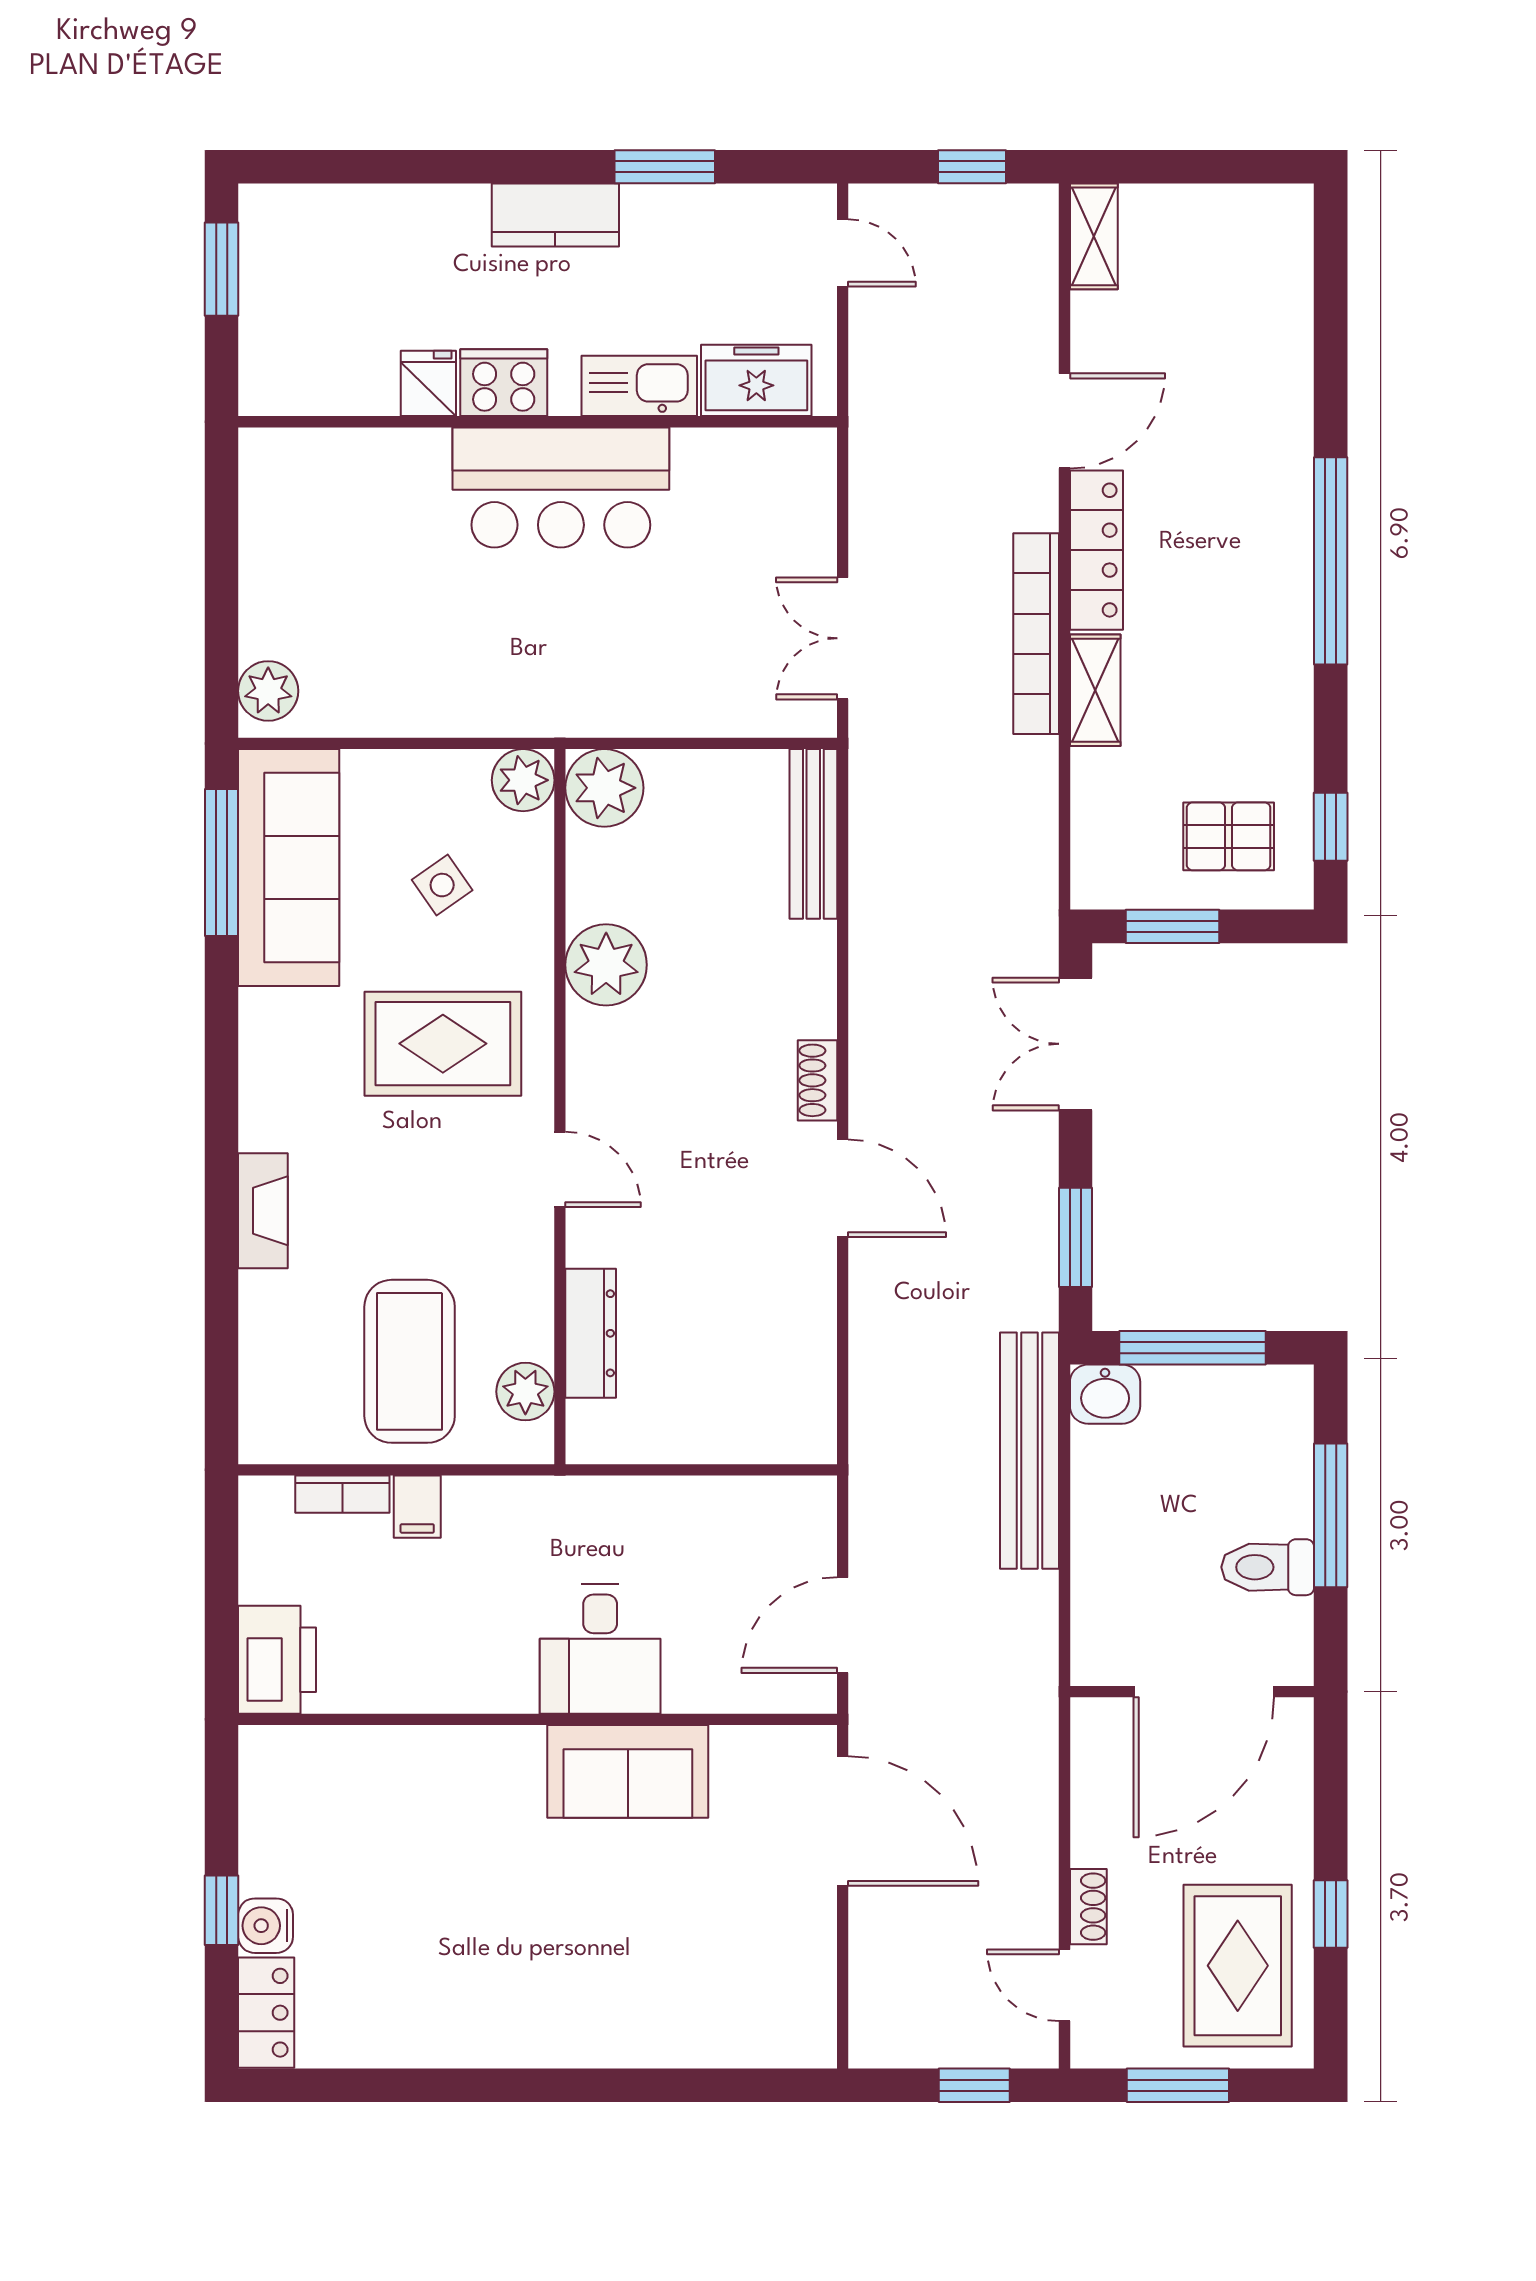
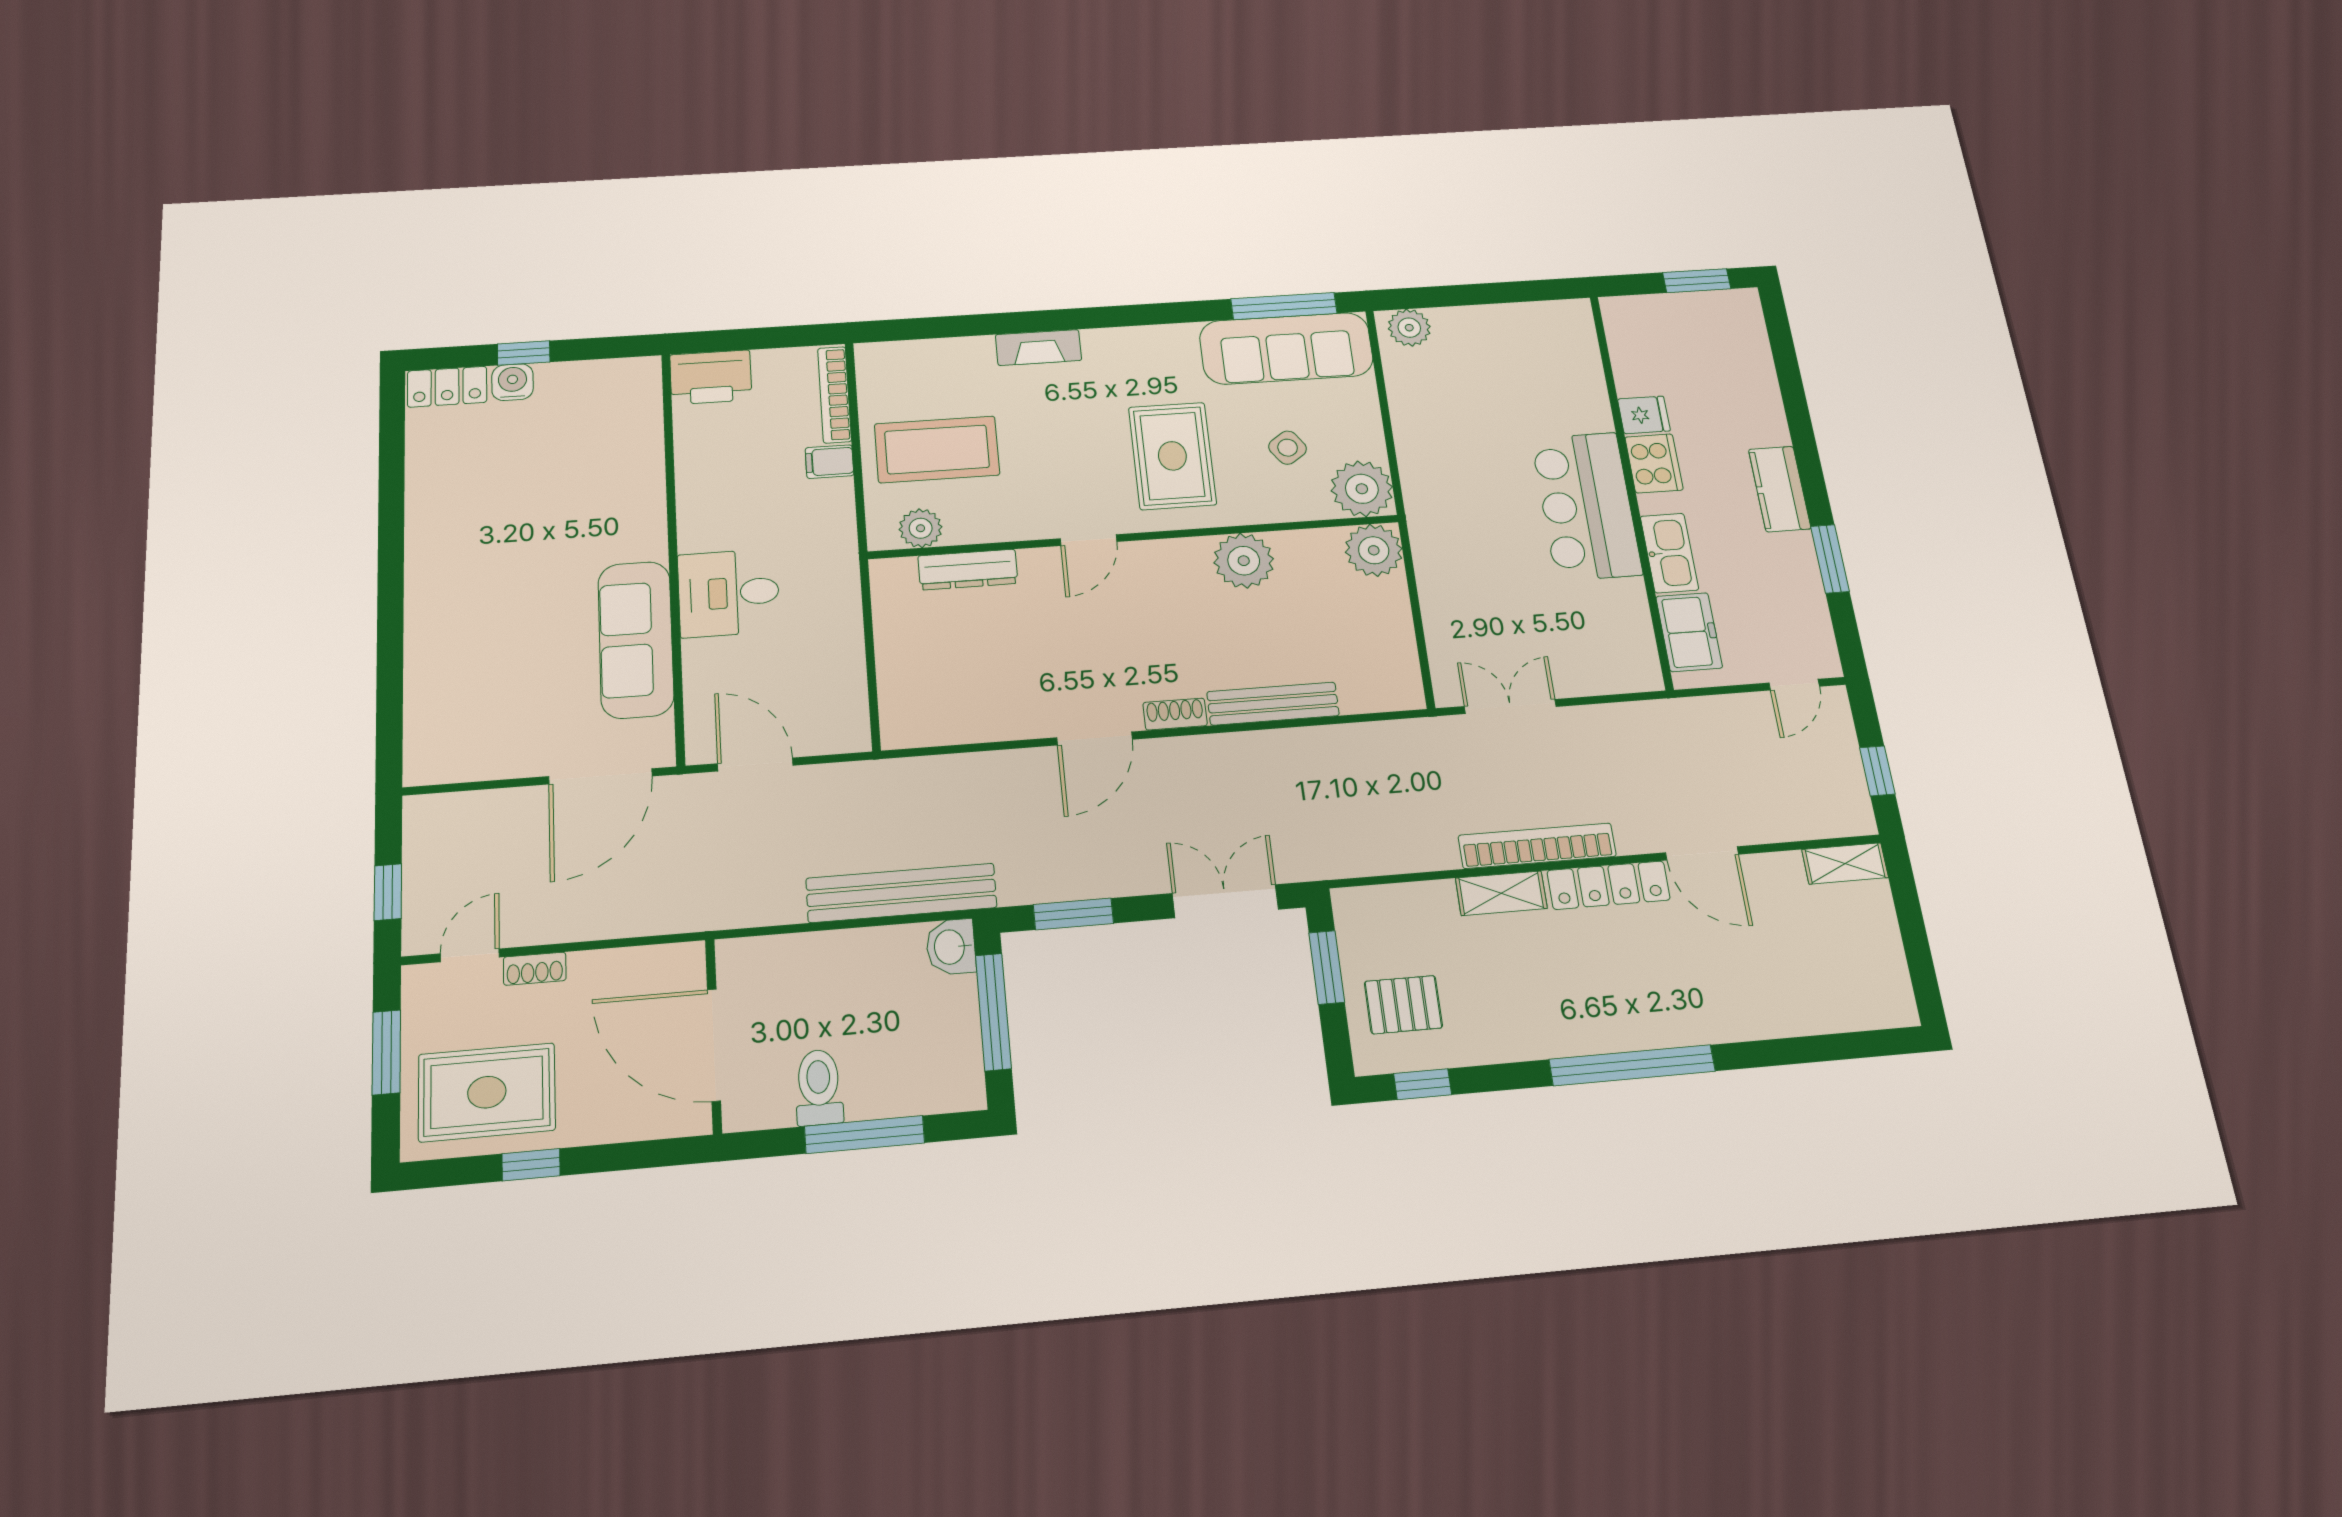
plant: (523, 780) -> (1362, 489), width x1.36, depth x1.36
bench: (813, 834) -> (1273, 704), moved
pallet: (1229, 836) -> (1403, 1005), turned 90
bookcase: (342, 1494) -> (835, 395), width x1.56
sofa: (628, 1771) -> (636, 639), width x1.36

